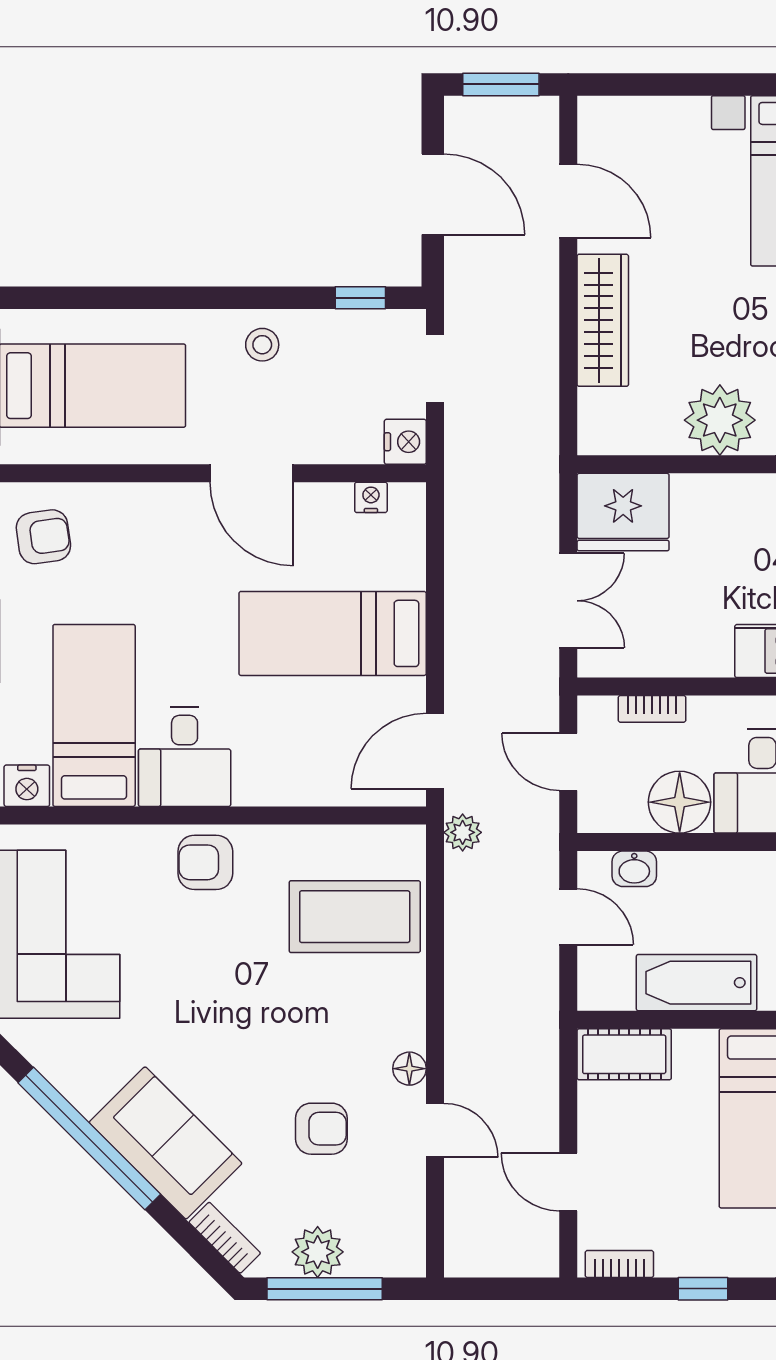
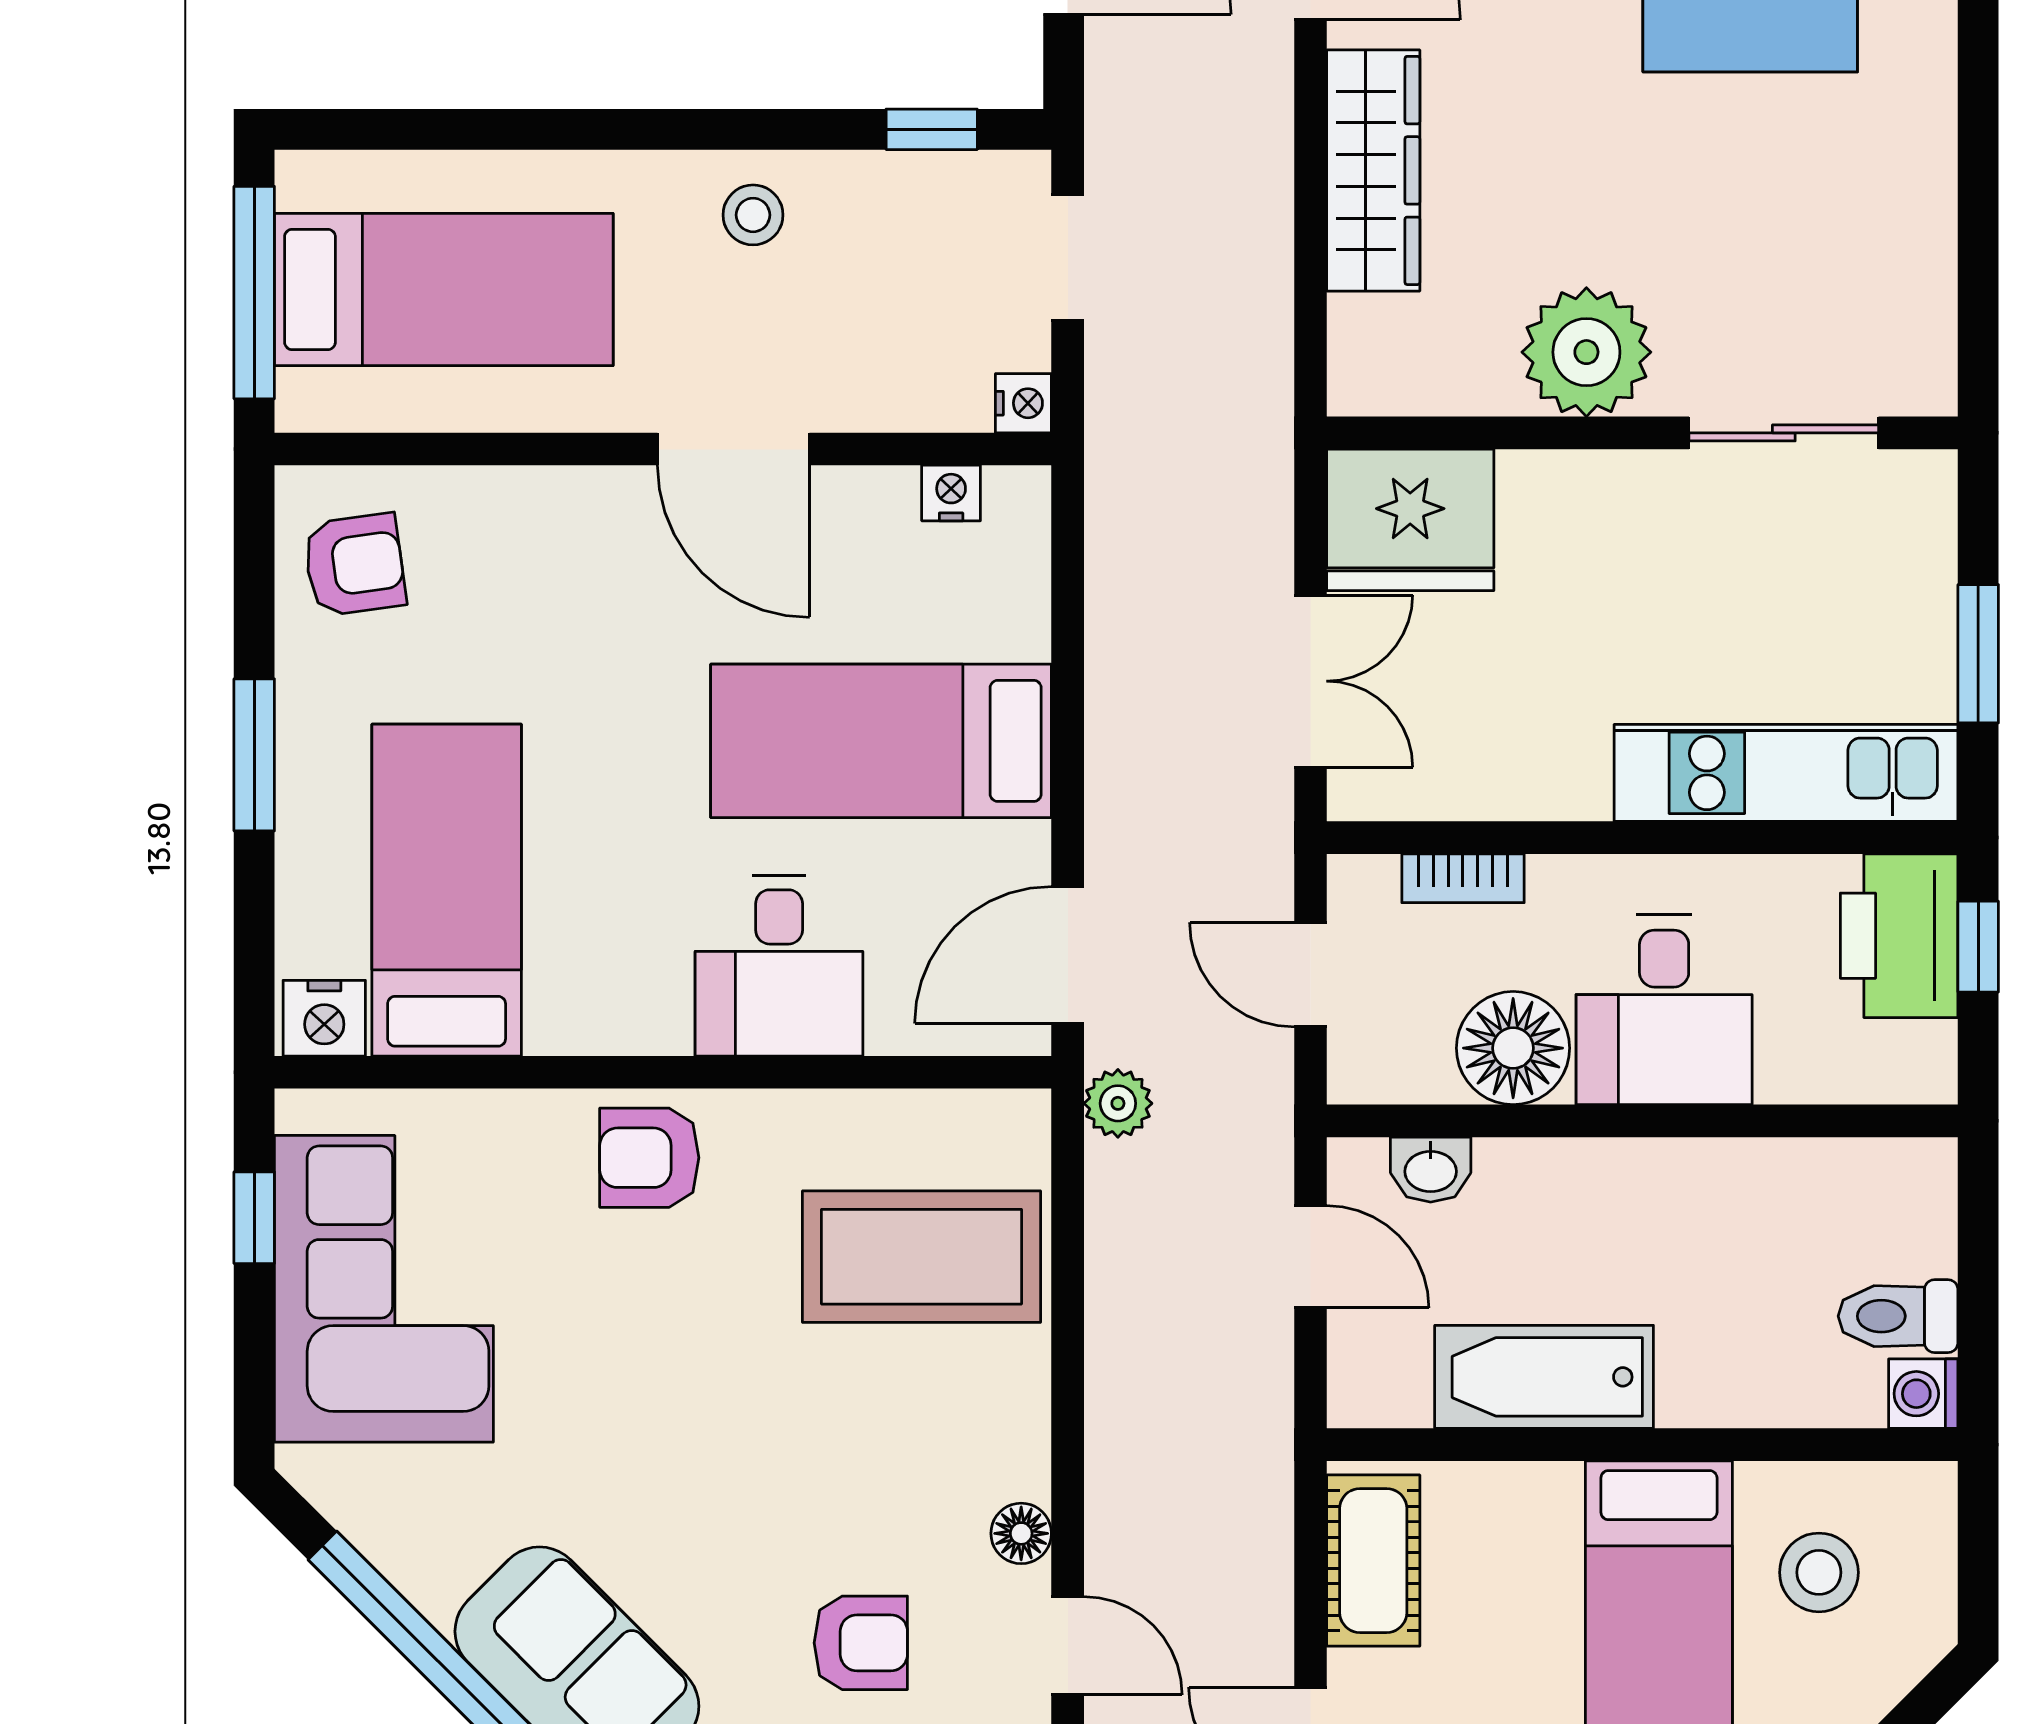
nightstand: (405, 442) -> (1023, 403), width x0.72, depth x0.74
desk: (185, 757) -> (779, 966), moved
cot: (624, 1054) -> (1373, 1561), moved, turned 90

